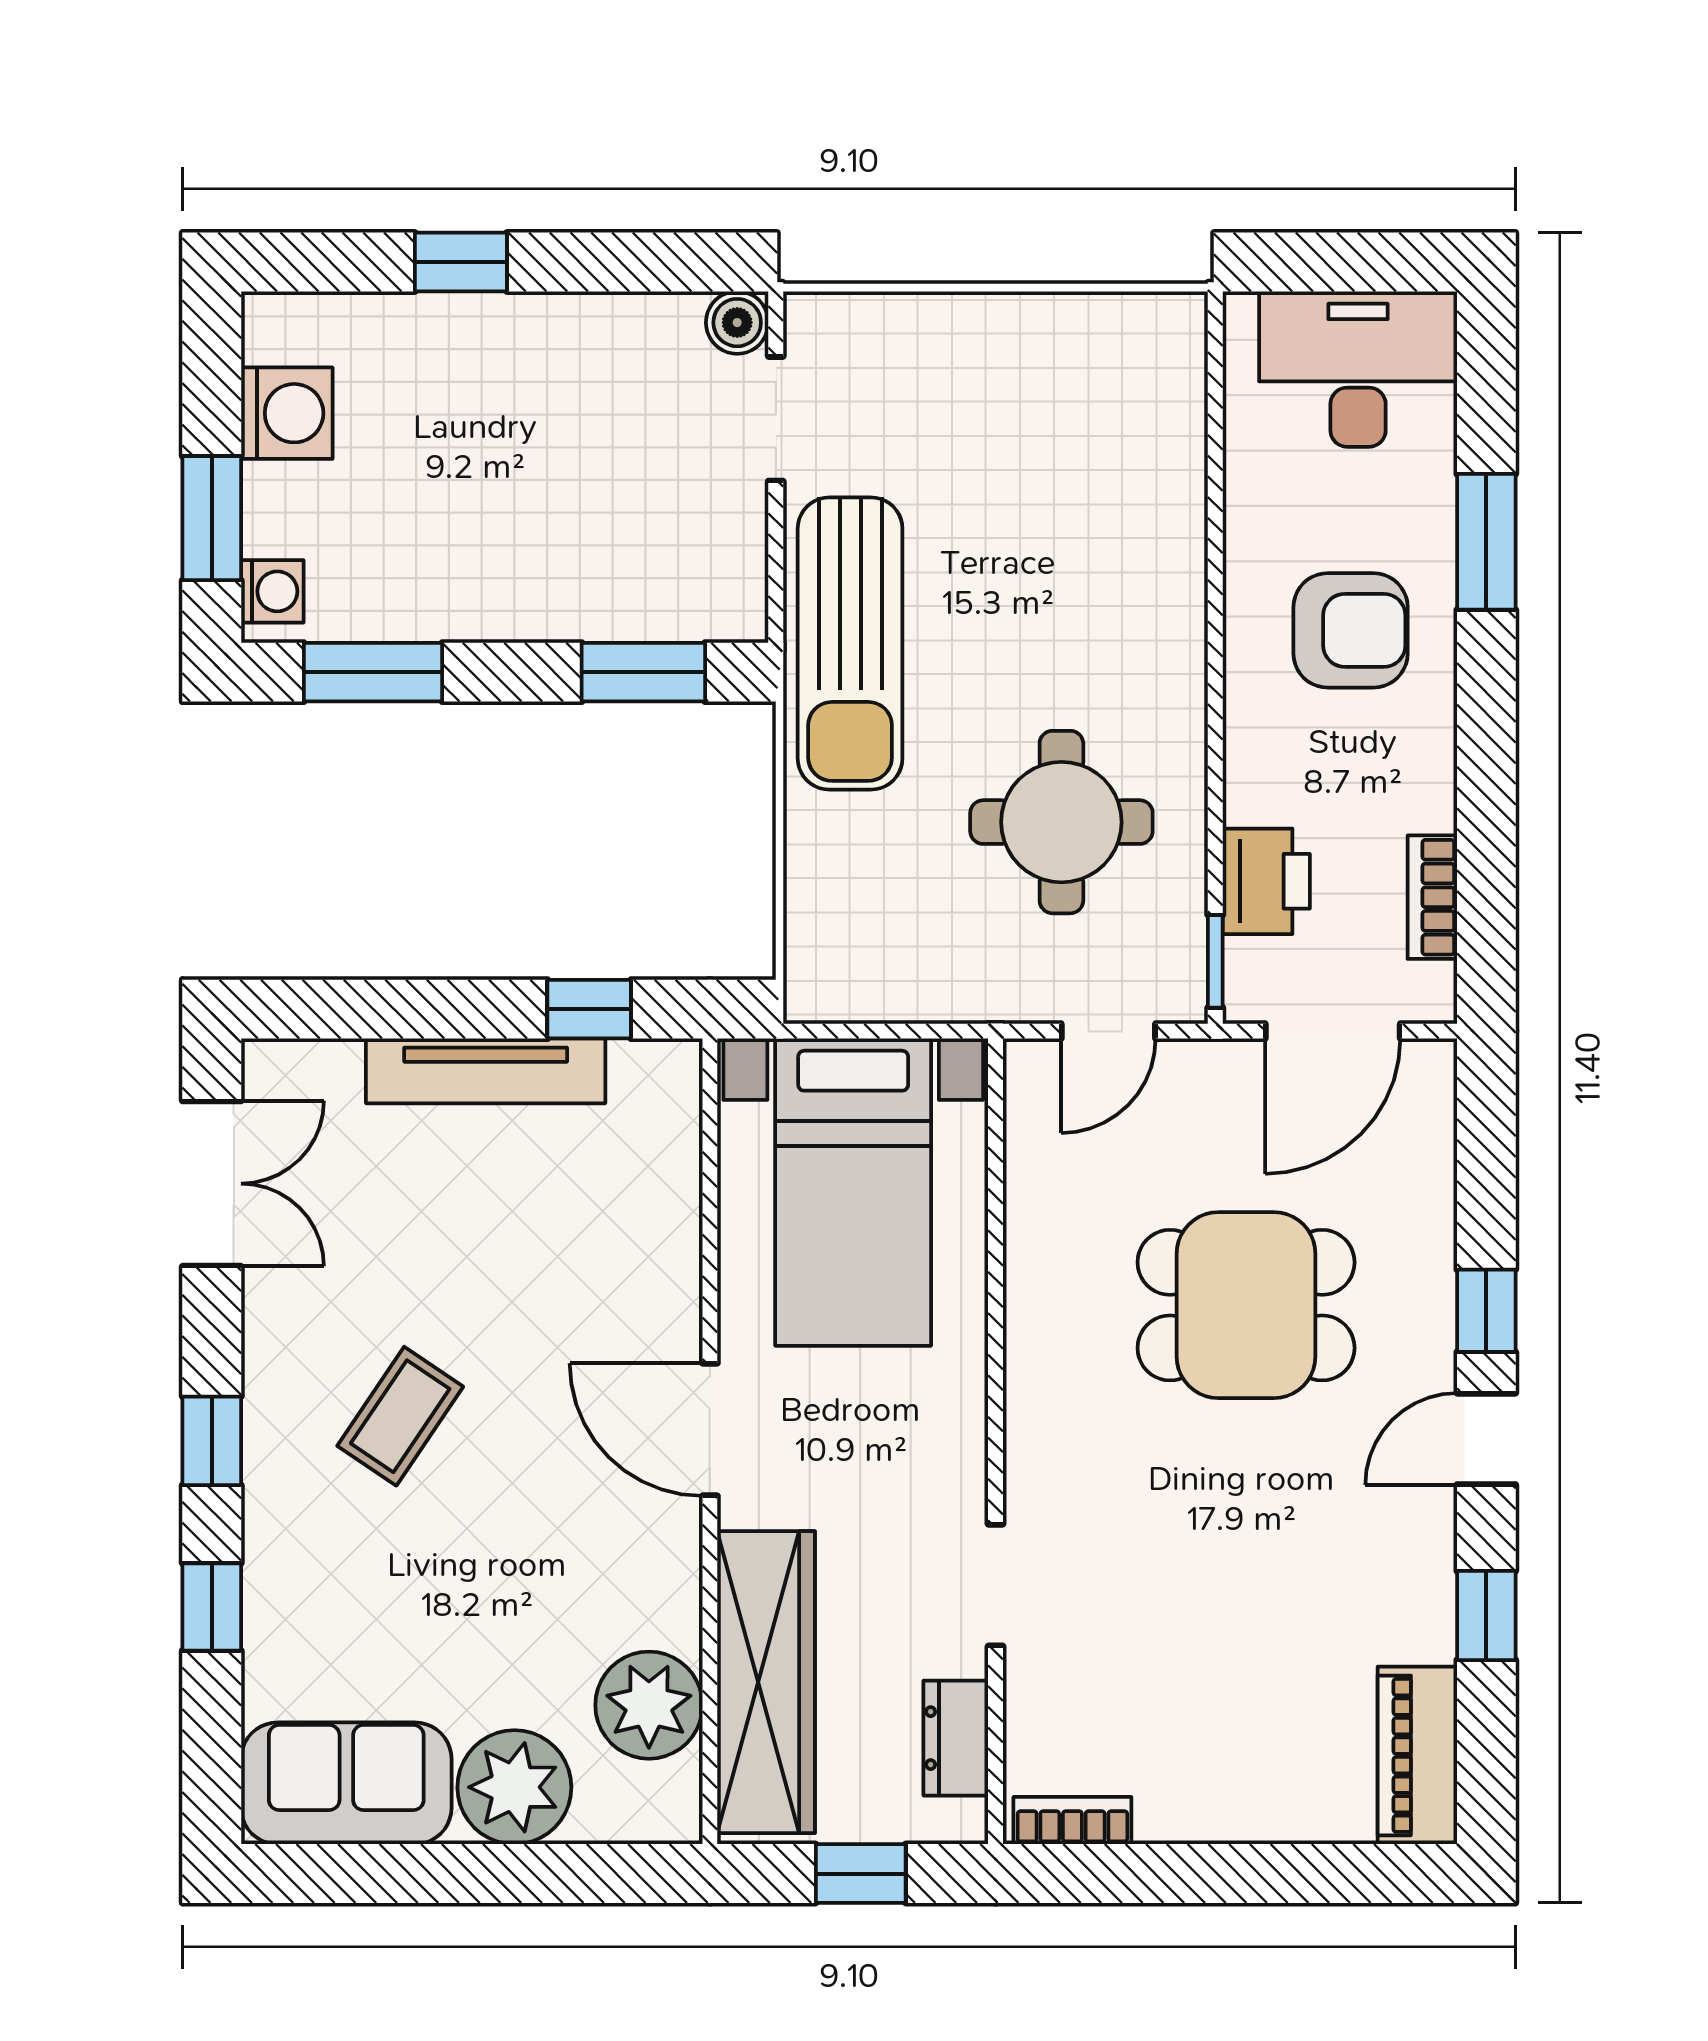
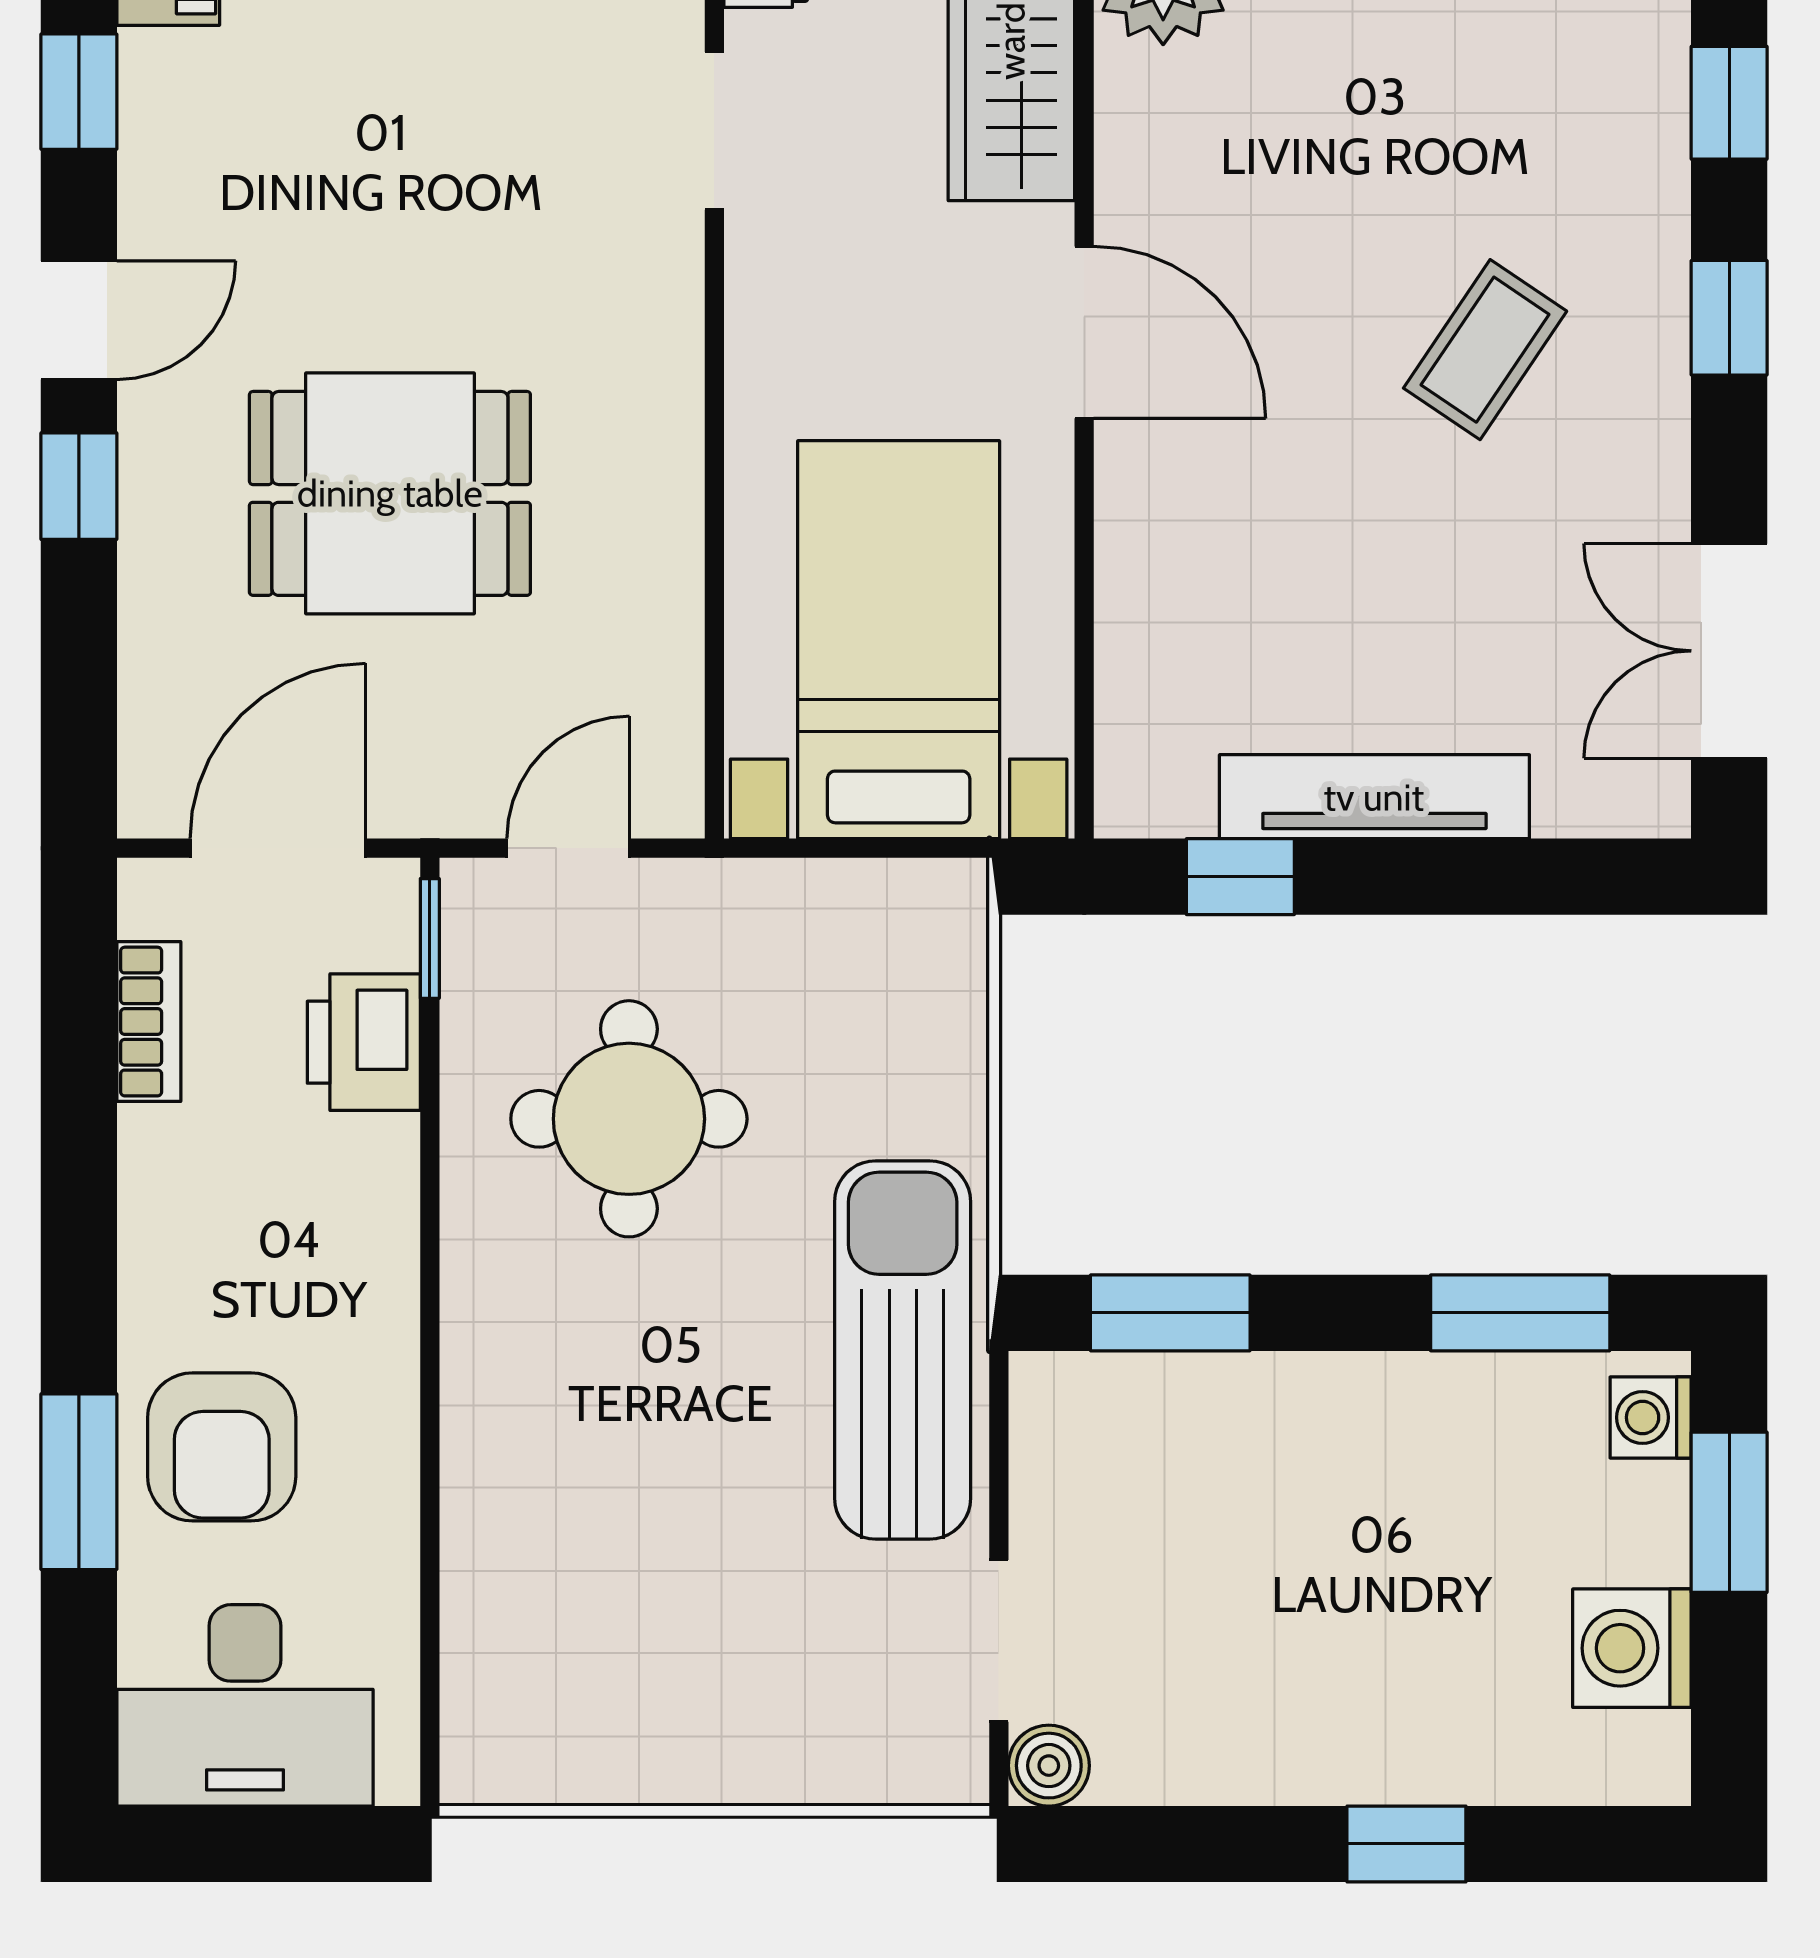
armchair: (1351, 630) -> (222, 1447), moved, turned -90

